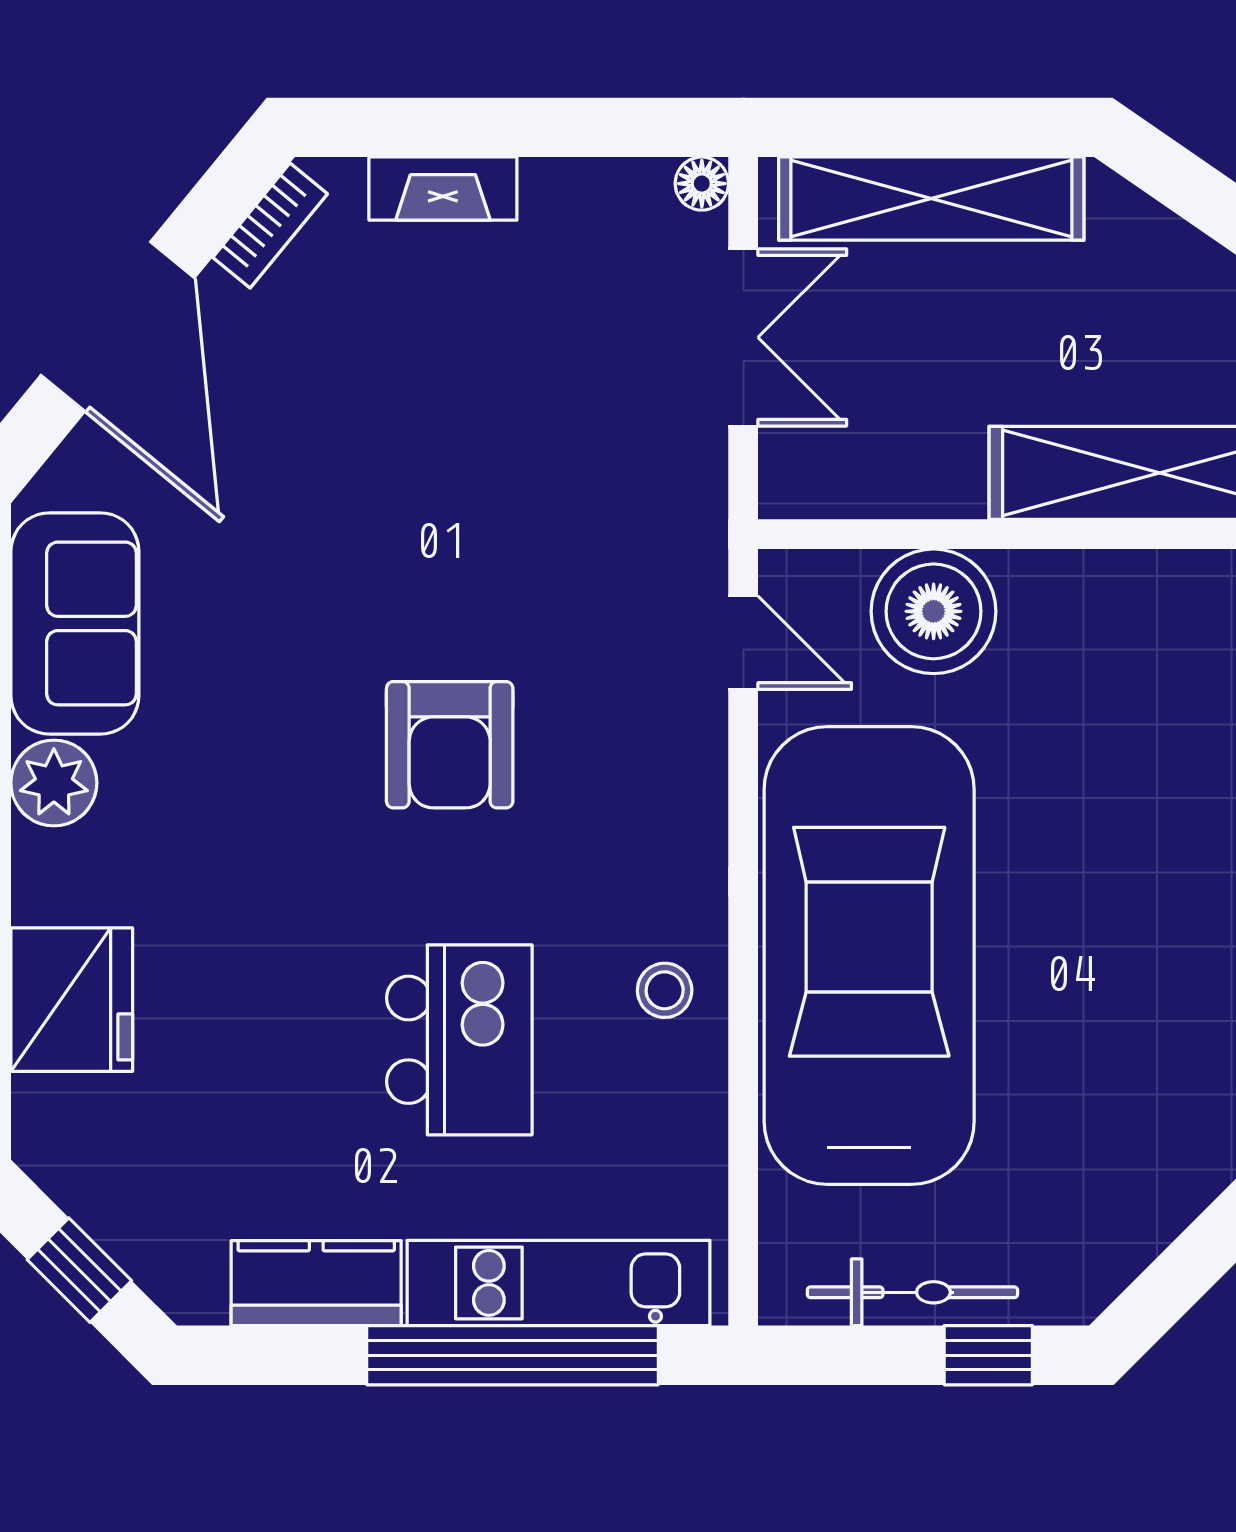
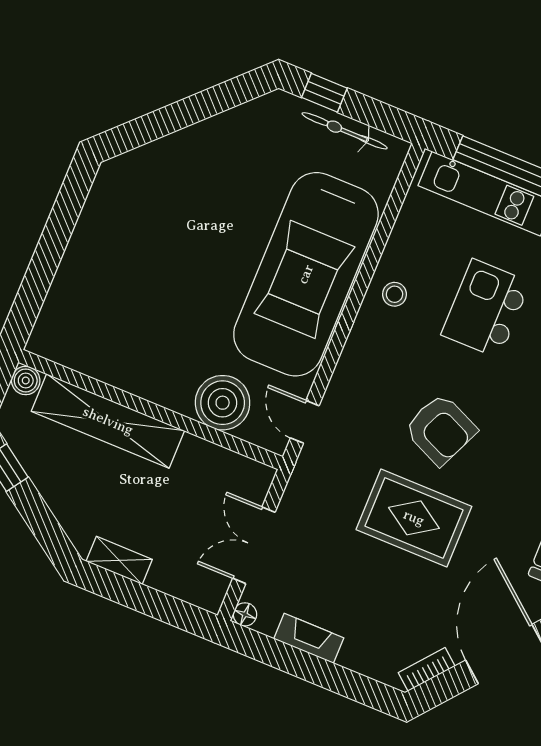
fireplace: (443, 189) -> (309, 638), moved
shelving: (931, 199) -> (119, 560), width x0.45, depth x0.75
rug: (429, 535) -> (414, 518), added
armchair: (450, 745) -> (440, 429), turned 114

